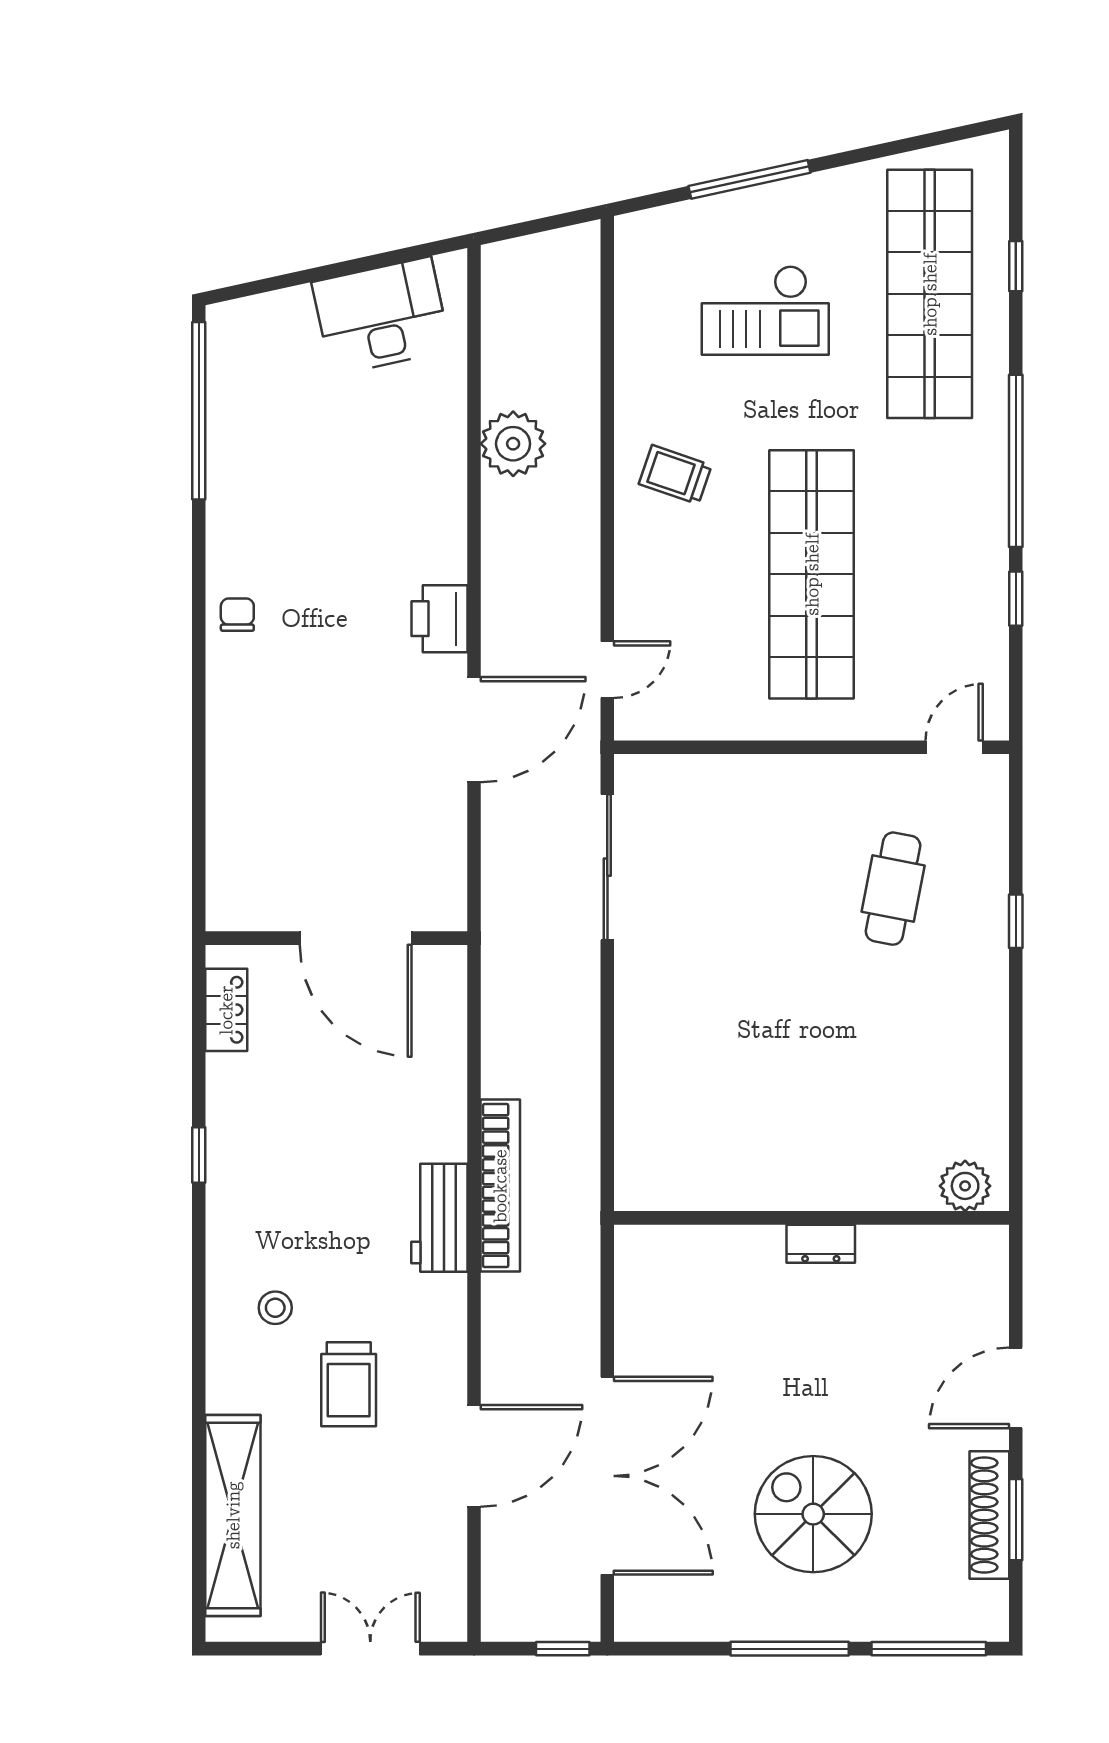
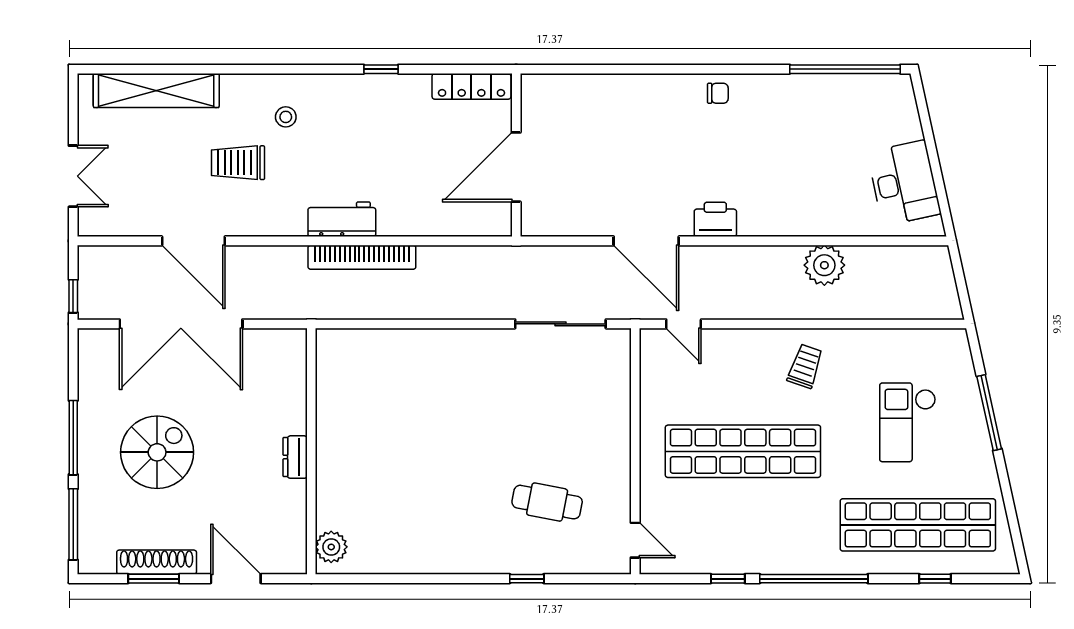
locker: (226, 1010) -> (471, 86), width x1.53
plant: (965, 1186) -> (331, 547), moved
wall: (812, 1218) -> (311, 451), moved
dresser: (821, 1244) -> (295, 457), moved

